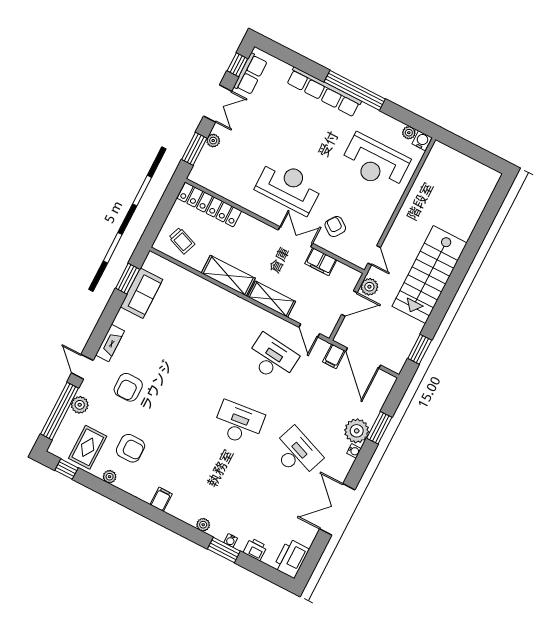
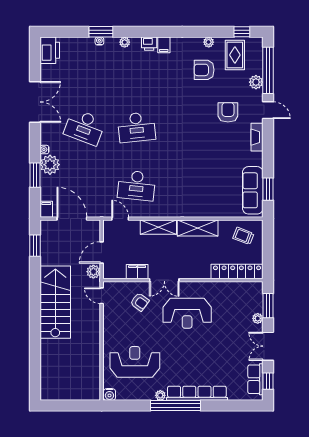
plant: (409, 133) -> (160, 395), moved
sofa: (142, 293) -> (253, 190), width x1.36
filing cabinet: (334, 356) -> (46, 209), moved
printer: (255, 549) -> (149, 44), moved

